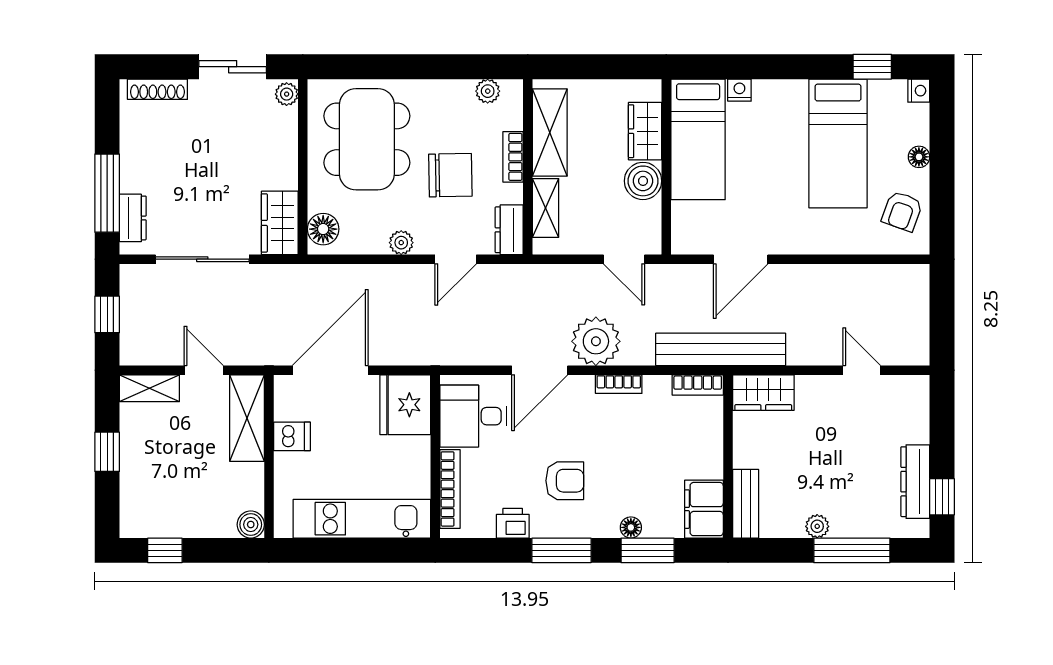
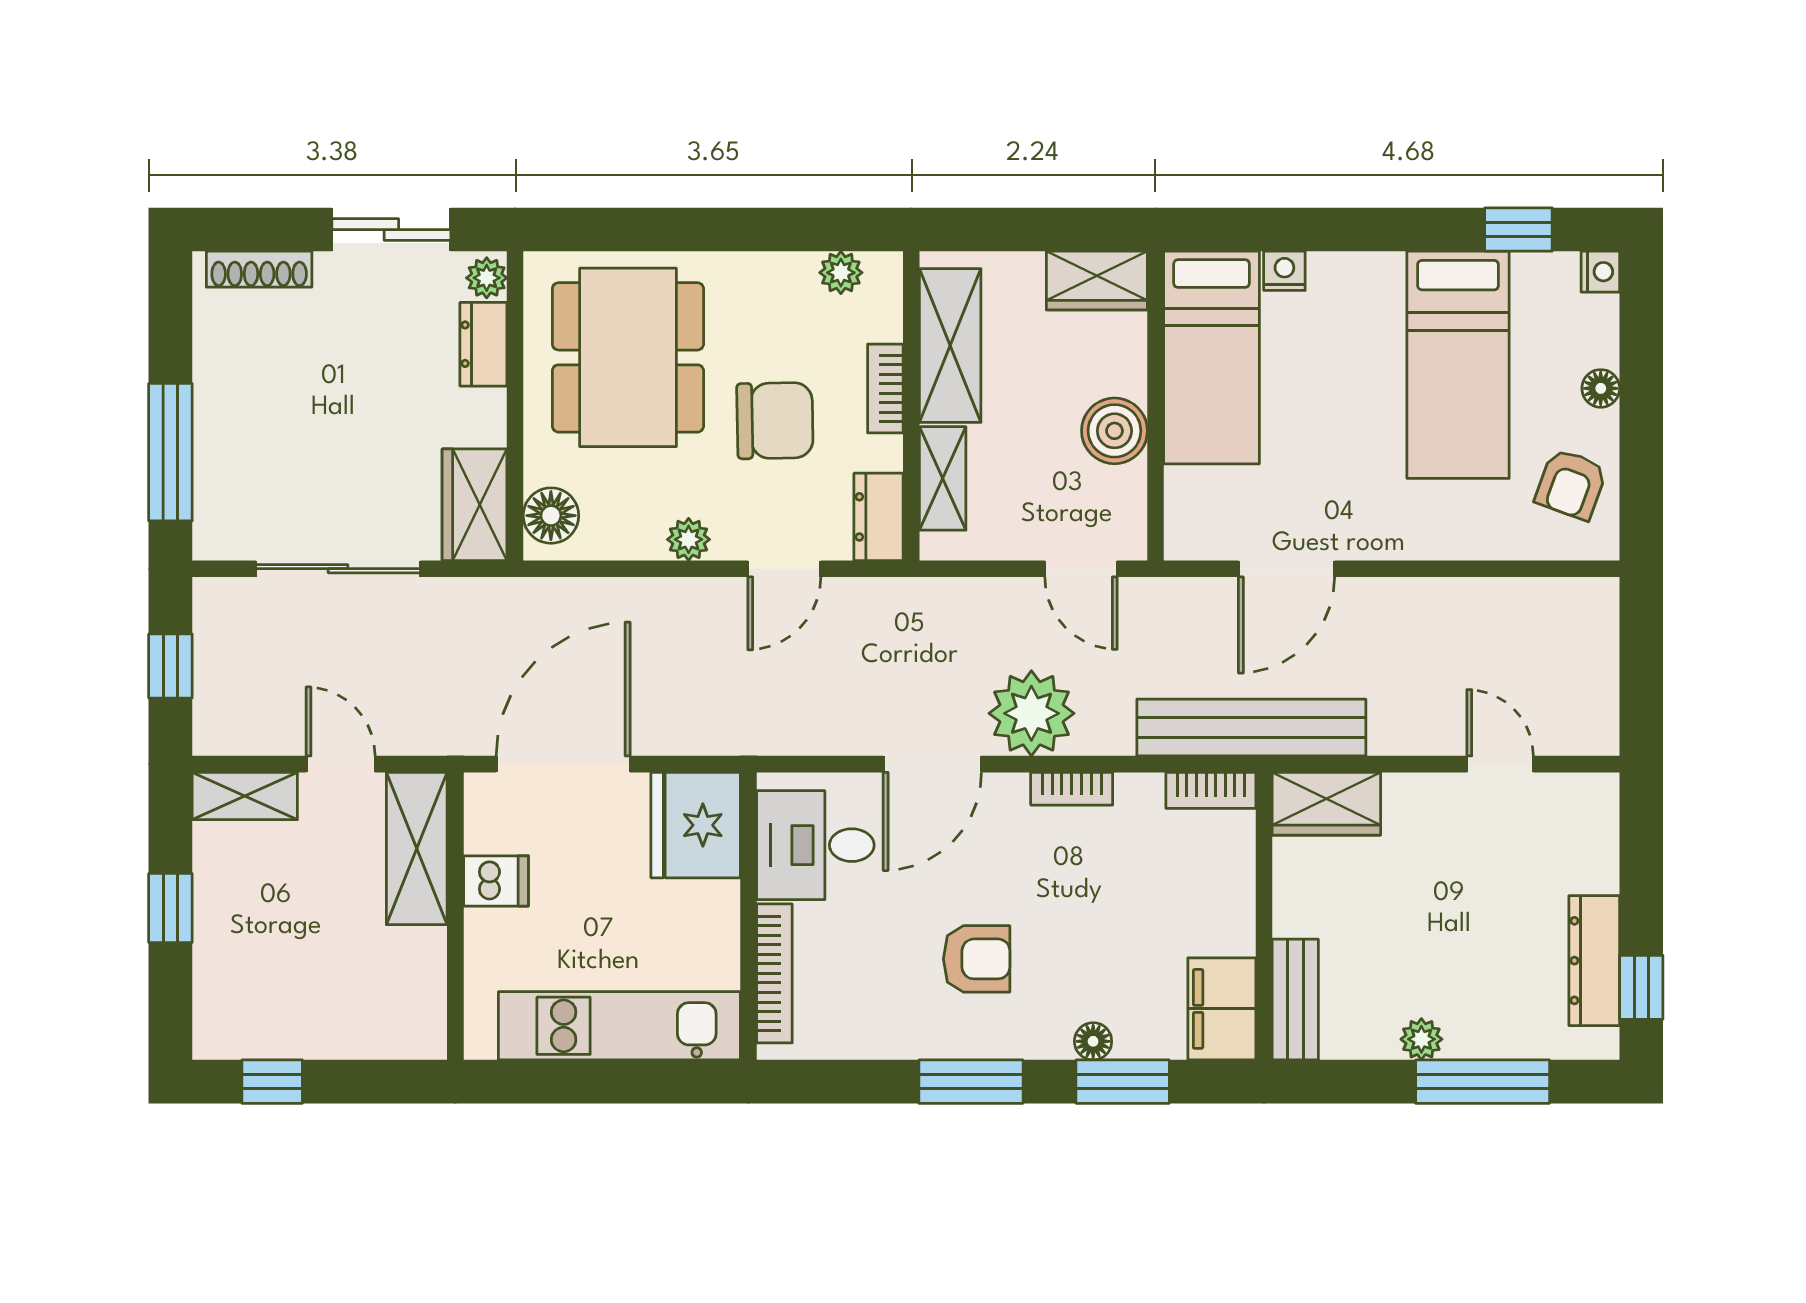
wardrobe: (645, 131) -> (1097, 281), moved, turned -90
dresser: (133, 218) -> (483, 344), moved, turned 180
printer: (513, 523) -> (885, 1034), removed
boiler: (251, 525) -> (423, 1036), removed

